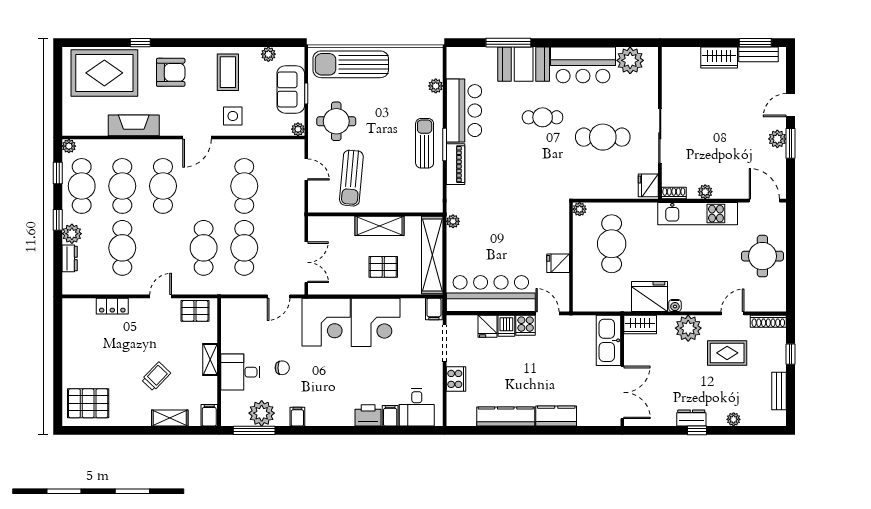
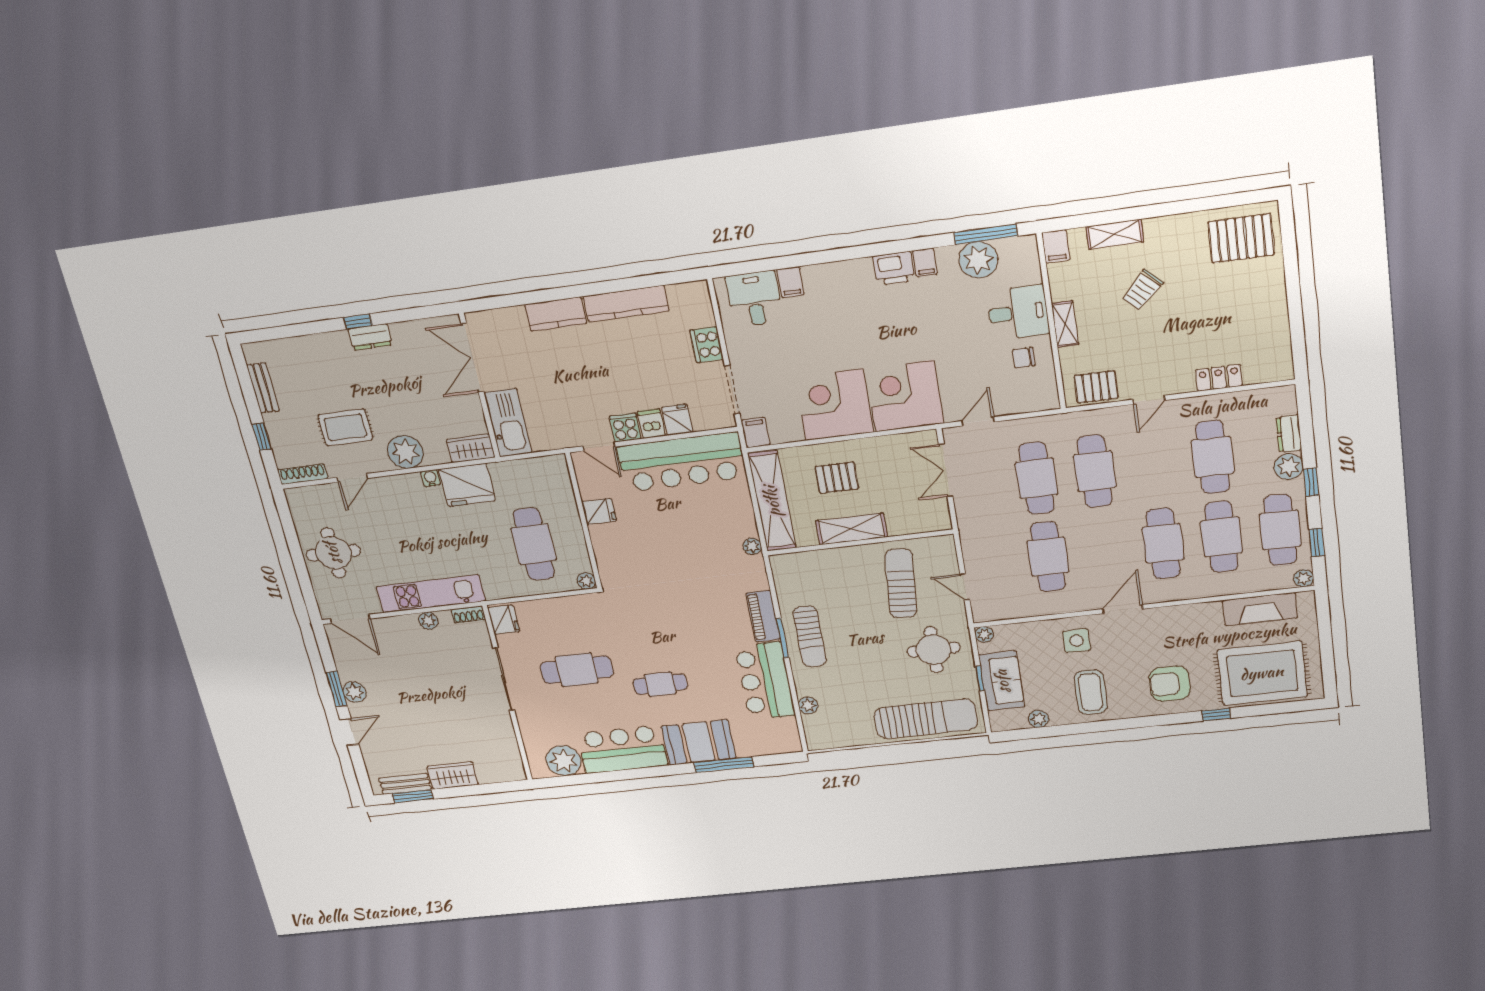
fireplace: (134, 125) -> (1260, 609), moved
chair: (282, 368) -> (1024, 358), moved
printer: (368, 415) -> (894, 268), moved
plant: (734, 419) -> (313, 343), removed

